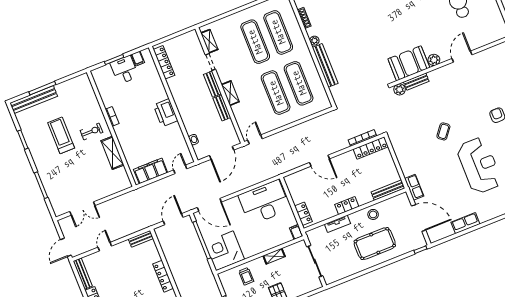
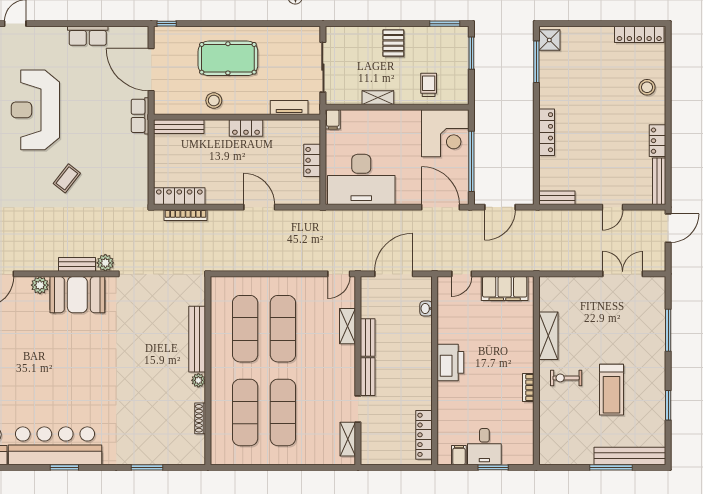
shelving: (230, 93) -> (347, 326), moved
locker: (303, 214) -> (312, 160), moved
tv unit: (337, 224) -> (289, 107), moved

